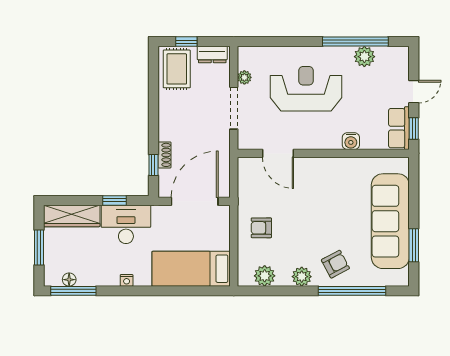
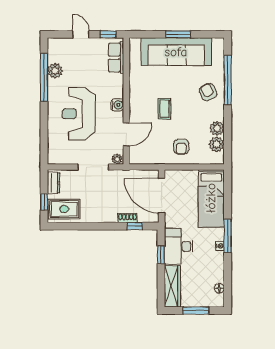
plant: (244, 77) -> (117, 159), moved
row of seats: (399, 128) -> (116, 58), moved, turned 90
water cooler: (351, 141) -> (117, 105), moved
coffee table: (313, 205) -> (164, 109), added
window: (414, 245) -> (178, 34), moved
plant: (302, 277) -> (217, 128), moved
window: (73, 291) -> (228, 236), moved

